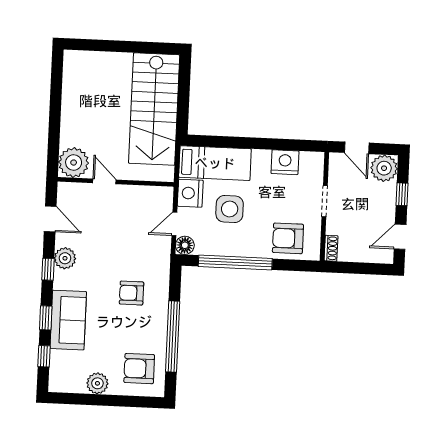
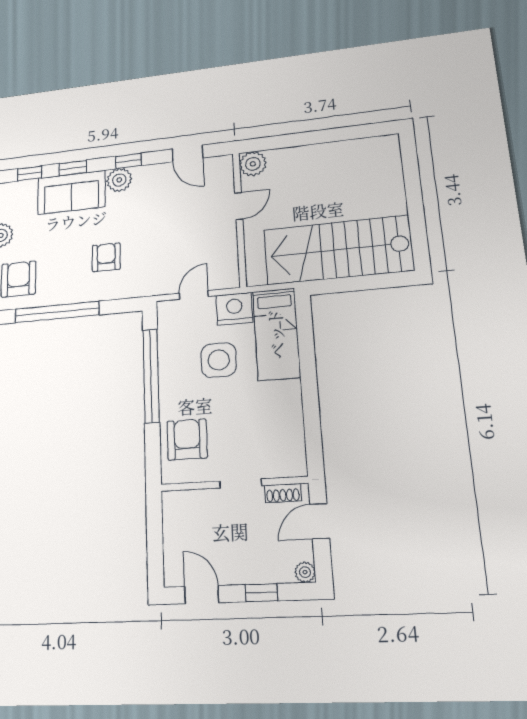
nightstand: (285, 162) -> (288, 424), removed
plant: (74, 163) -> (253, 164), width x0.73, depth x0.73
plant: (384, 168) -> (305, 572), width x0.53, depth x0.53
door: (50, 219) -> (187, 153), hinge flipped
door: (174, 224) -> (194, 295), hinge flipped
floor lamp: (185, 245) -> (168, 311), removed
shoe rack: (331, 248) -> (283, 493), moved
plant: (65, 258) -> (119, 180), moved

